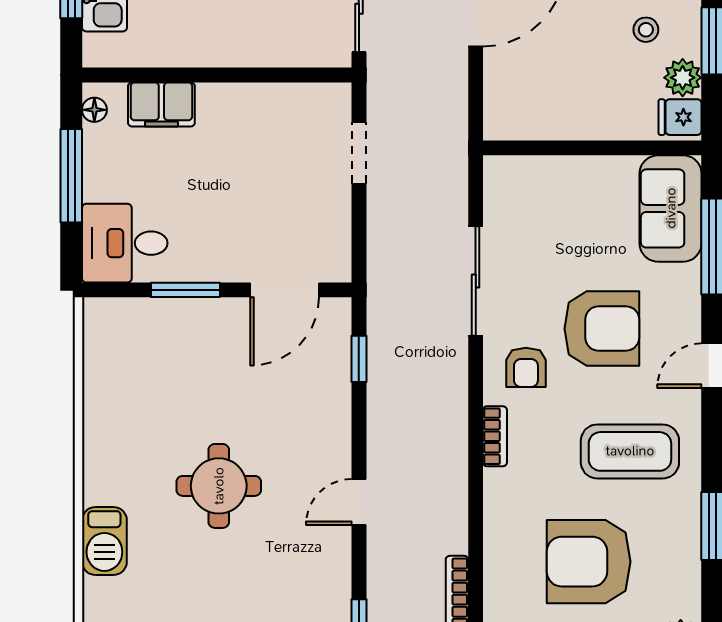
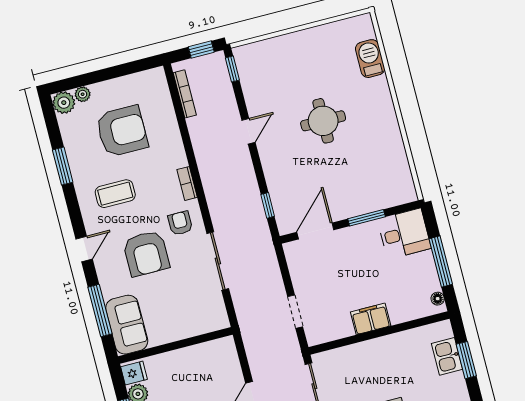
filing cabinet: (161, 104) -> (371, 319), moved
armchair: (602, 329) -> (146, 253), turned -90
coffee table: (630, 451) -> (115, 194), width x0.73, depth x0.76
barbecue: (104, 541) -> (370, 59), moved

